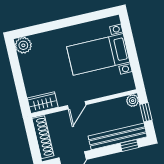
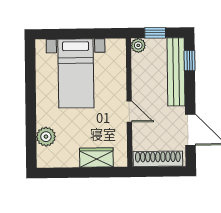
plant: (23, 45) -> (46, 137), moved
wardrobe: (43, 103) -> (96, 158), moved, turned 90

